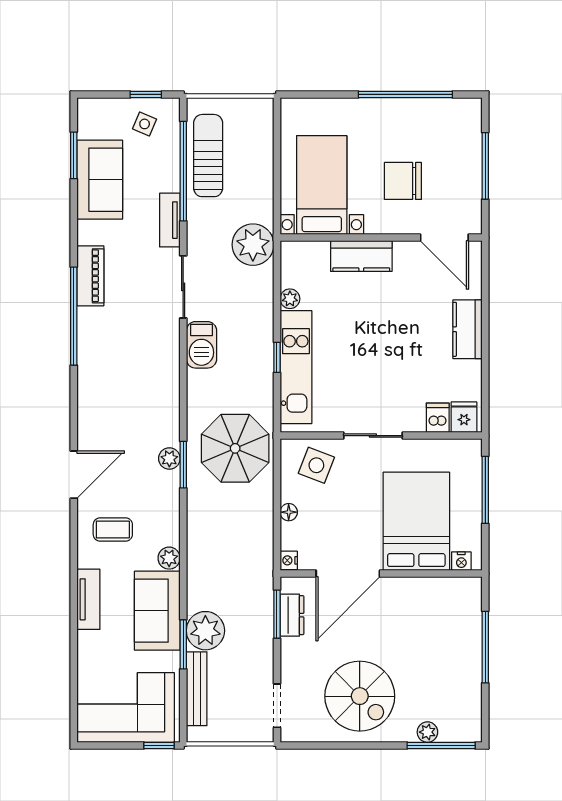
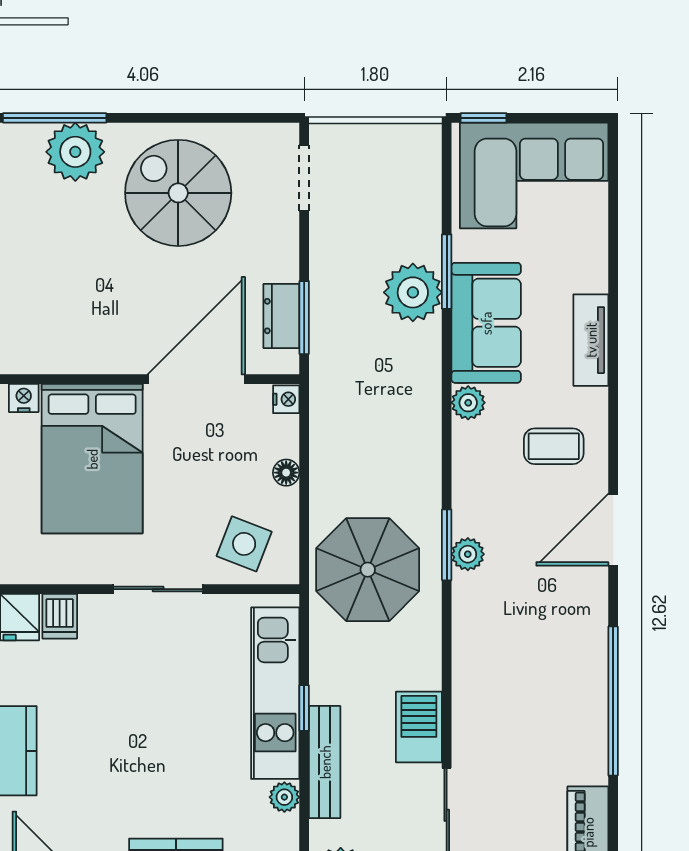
window: (74, 316) -> (613, 701), moved
bench: (197, 689) -> (325, 762), moved
plant: (427, 732) -> (75, 152), width x1.88, depth x1.88

